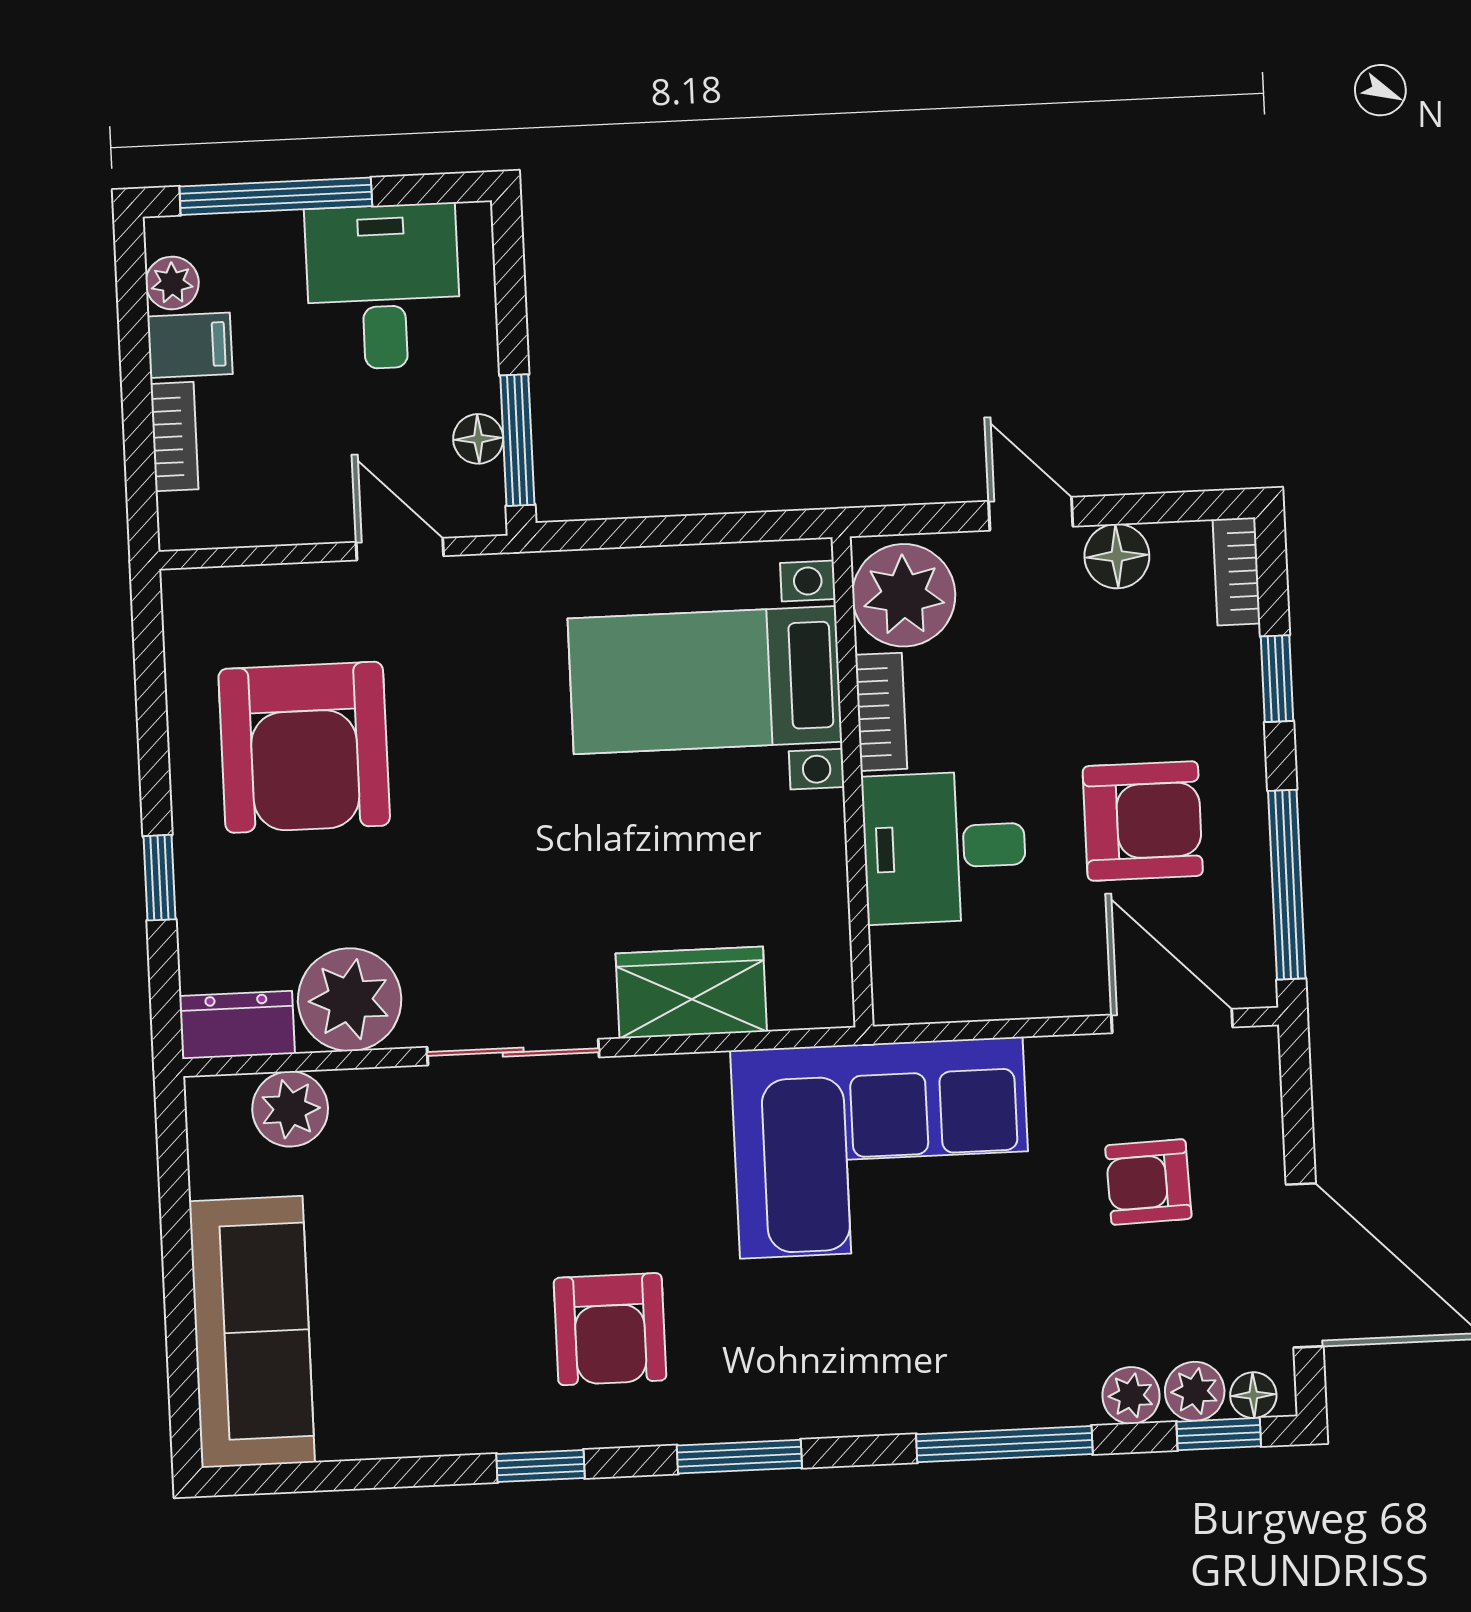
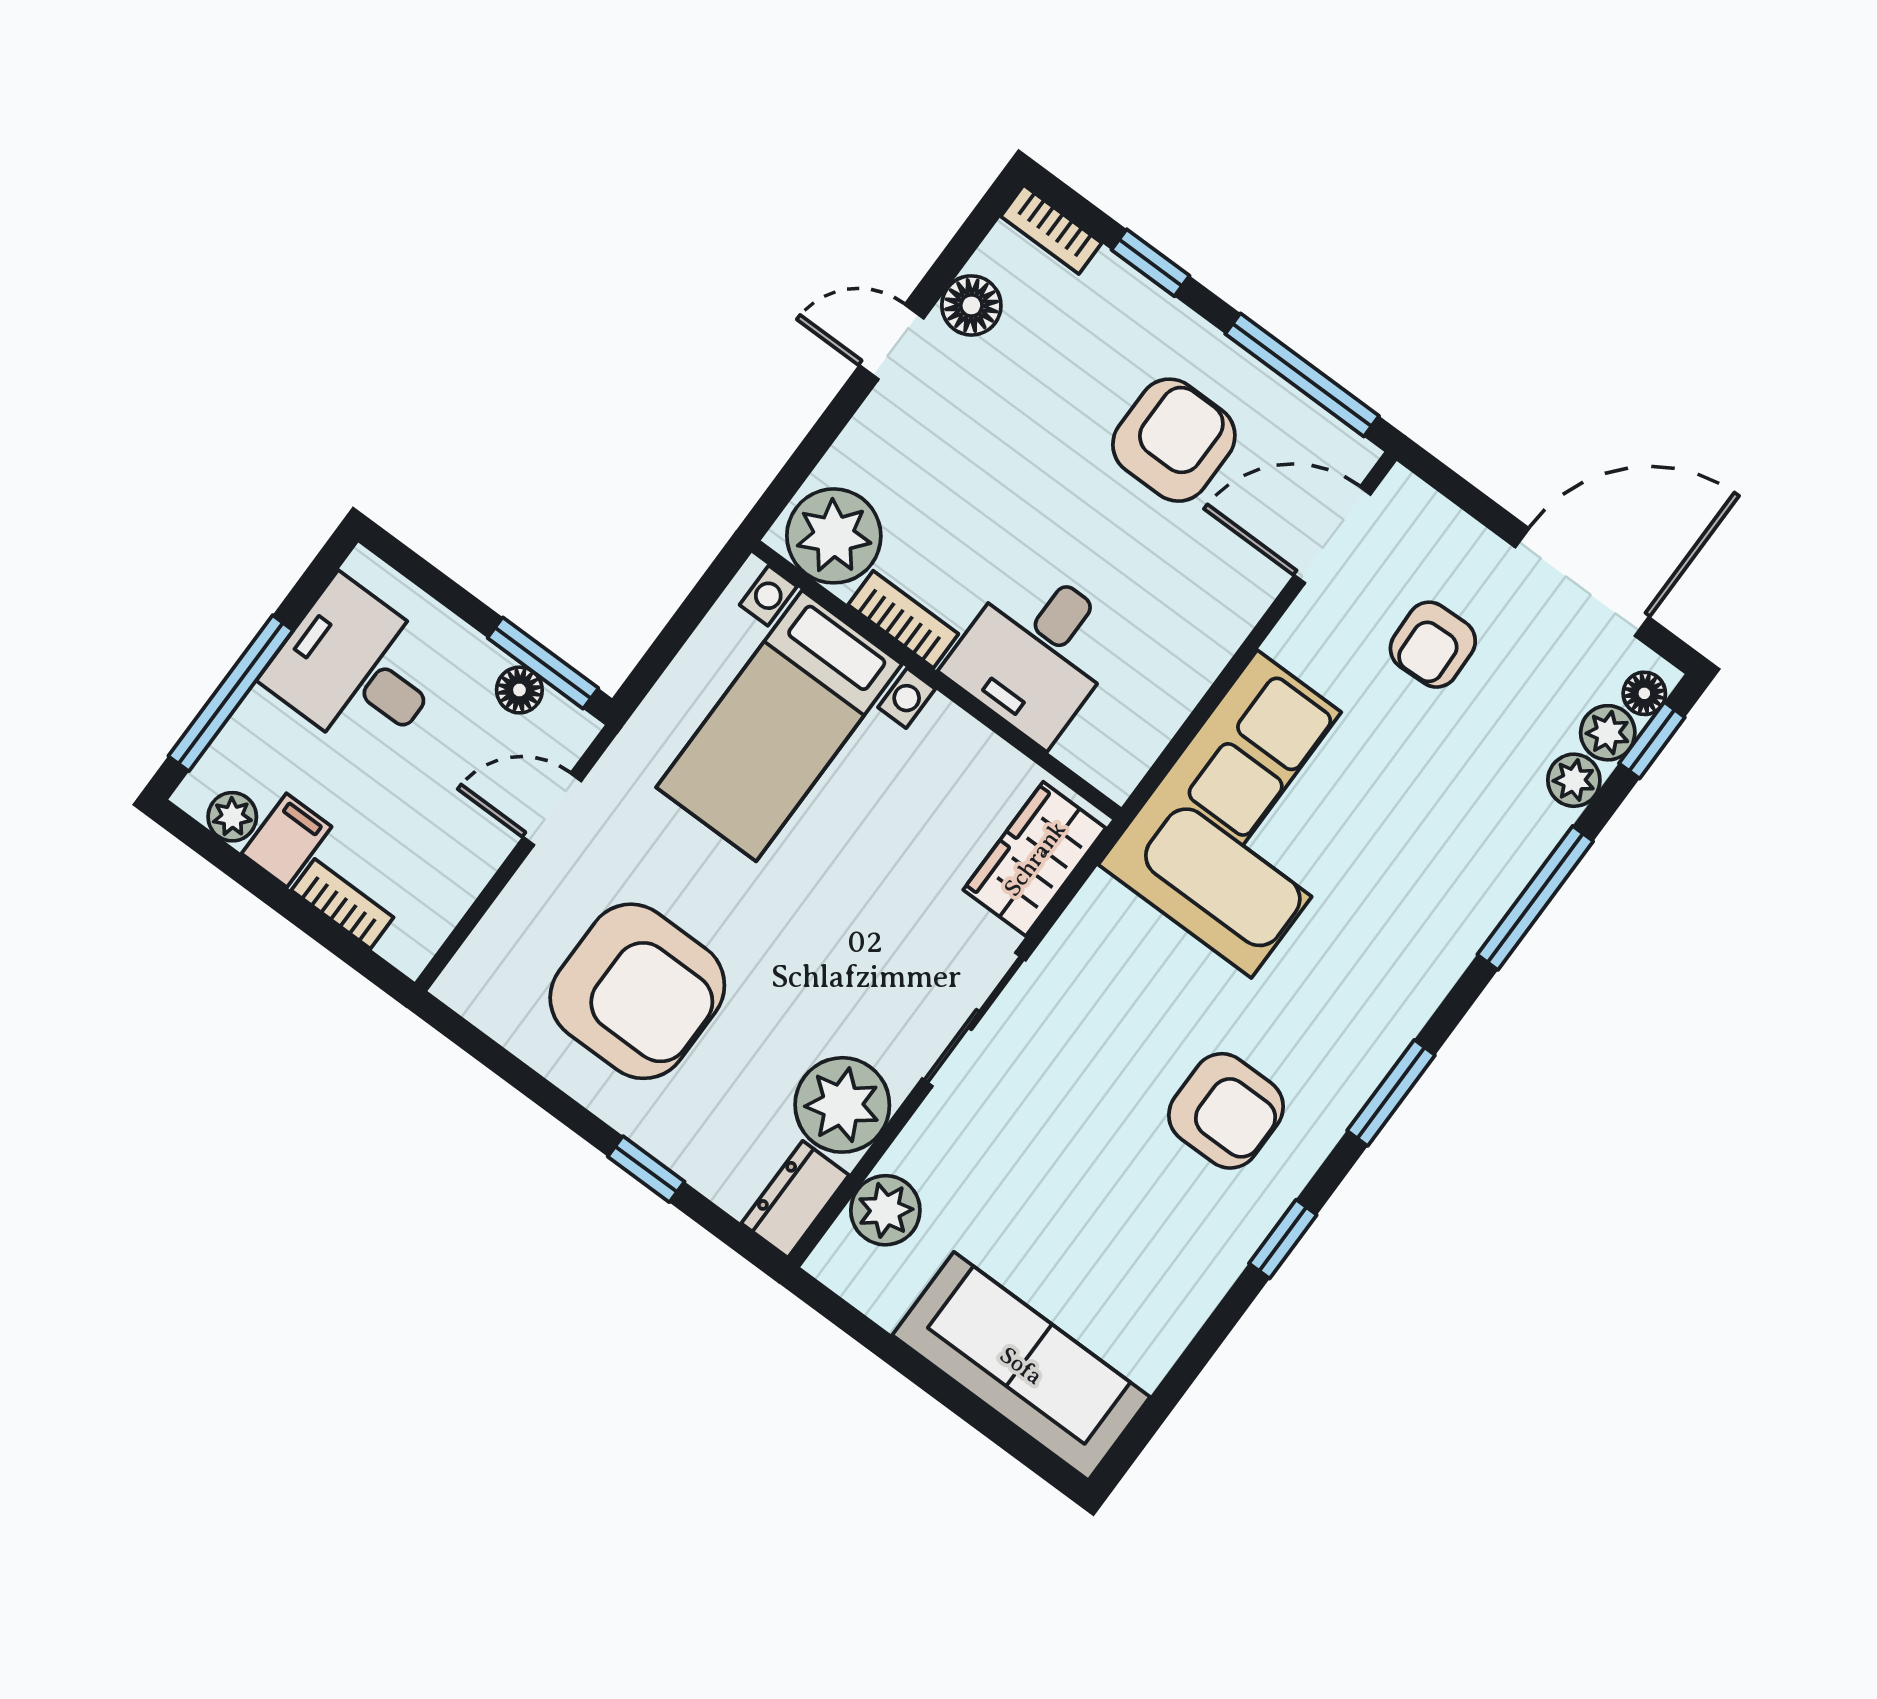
plant: (904, 595) -> (834, 536), moved
bed with nightstands: (705, 680) -> (779, 726), moved
bookcase: (881, 712) -> (903, 619), moved
wall: (853, 782) -> (936, 680), moved
desk: (944, 847) -> (1036, 653), moved

